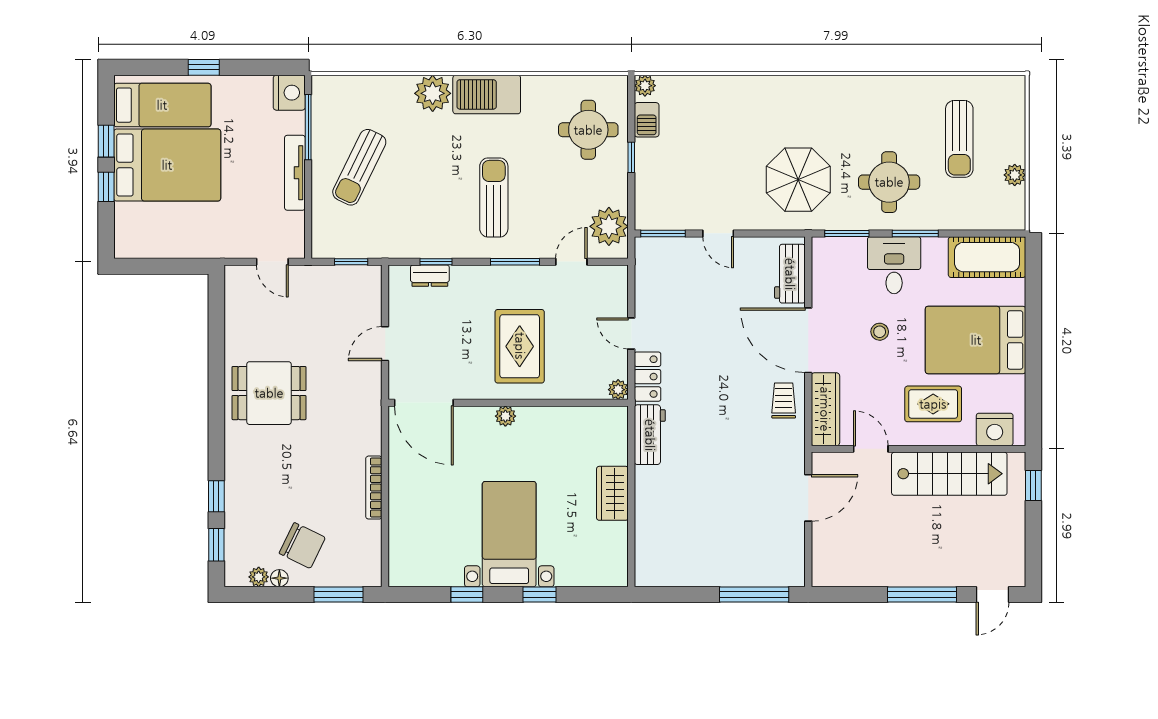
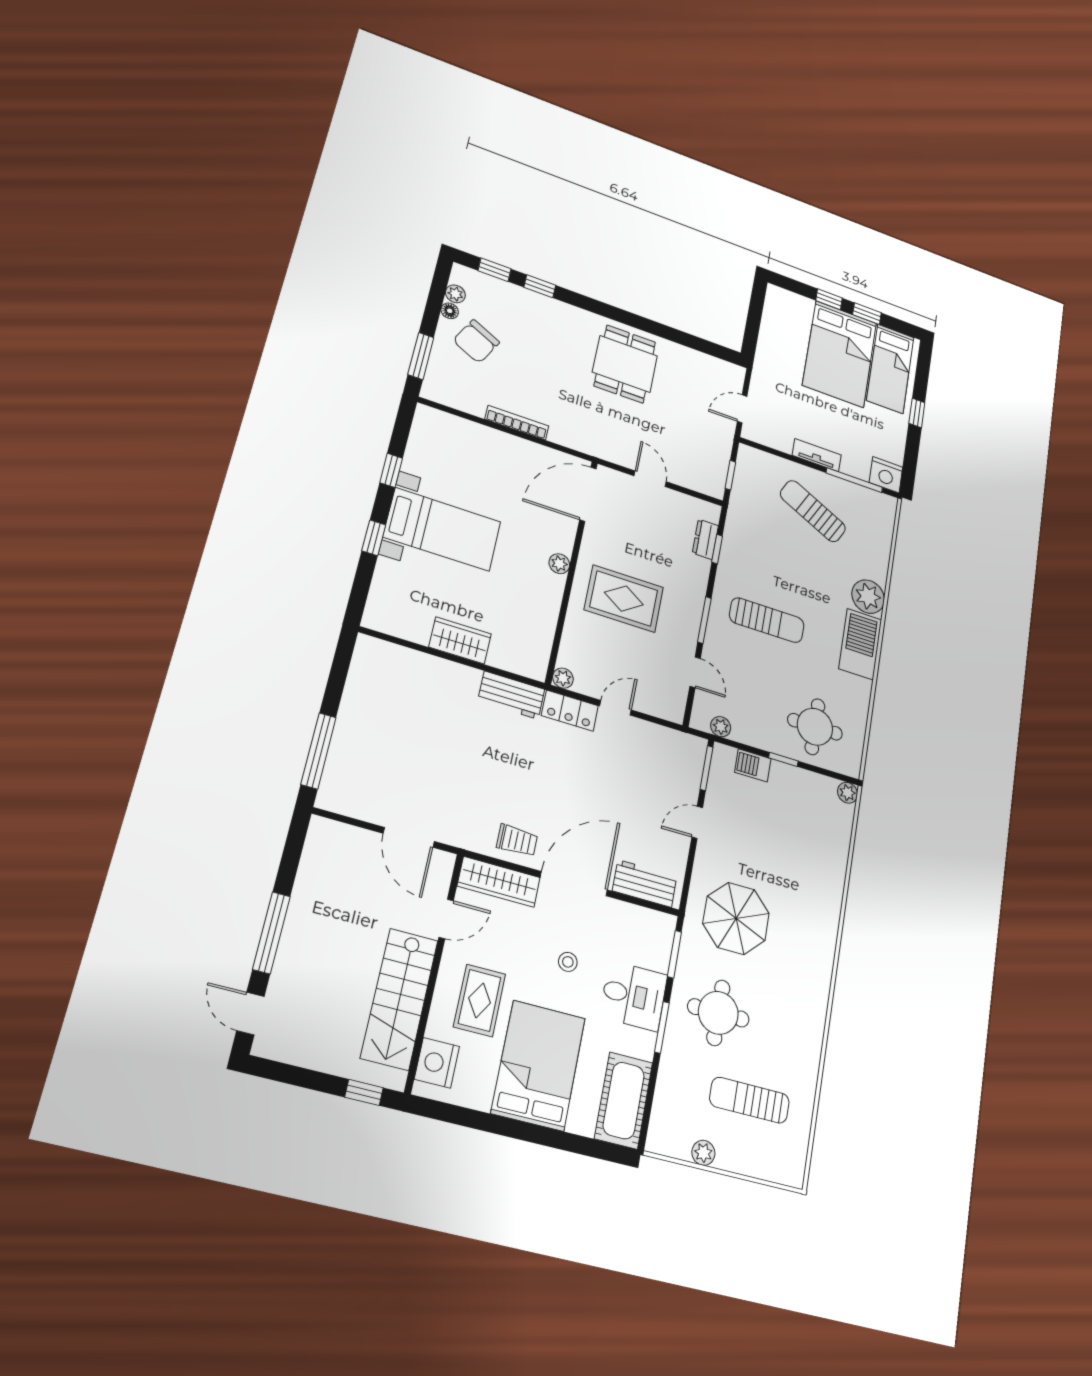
barbecue: (647, 120) -> (753, 765), moved
tv unit: (295, 173) -> (817, 455), width x0.71
plant: (609, 226) -> (721, 727), width x0.53, depth x0.53

